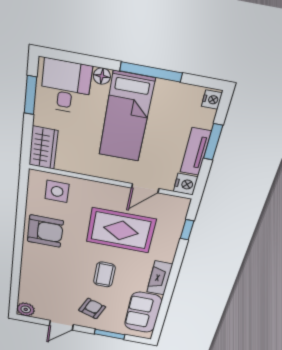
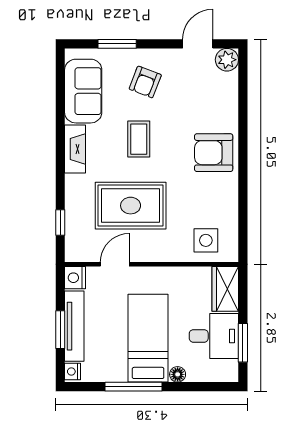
desk: (66, 87) -> (214, 336), moved, turned -90
tv unit: (195, 152) -> (74, 326), width x1.41
armchair: (45, 231) -> (214, 153), moved
door: (61, 325) -> (198, 44), moved

